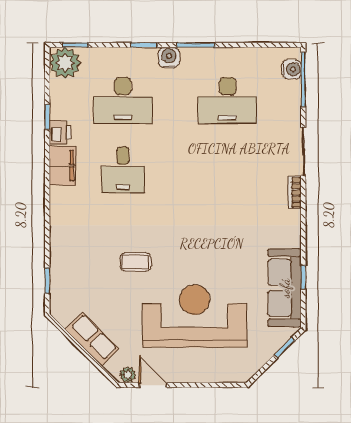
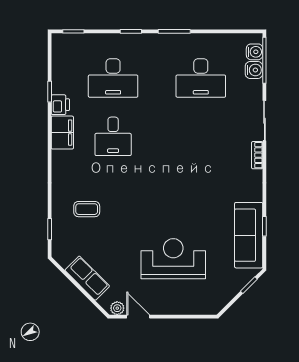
water cooler: (169, 57) -> (254, 70), moved, turned 90
plant: (65, 63) -> (65, 46), removed
coffee table: (135, 262) -> (87, 209), moved
reception desk: (195, 316) -> (173, 259), width x0.74, depth x0.77

